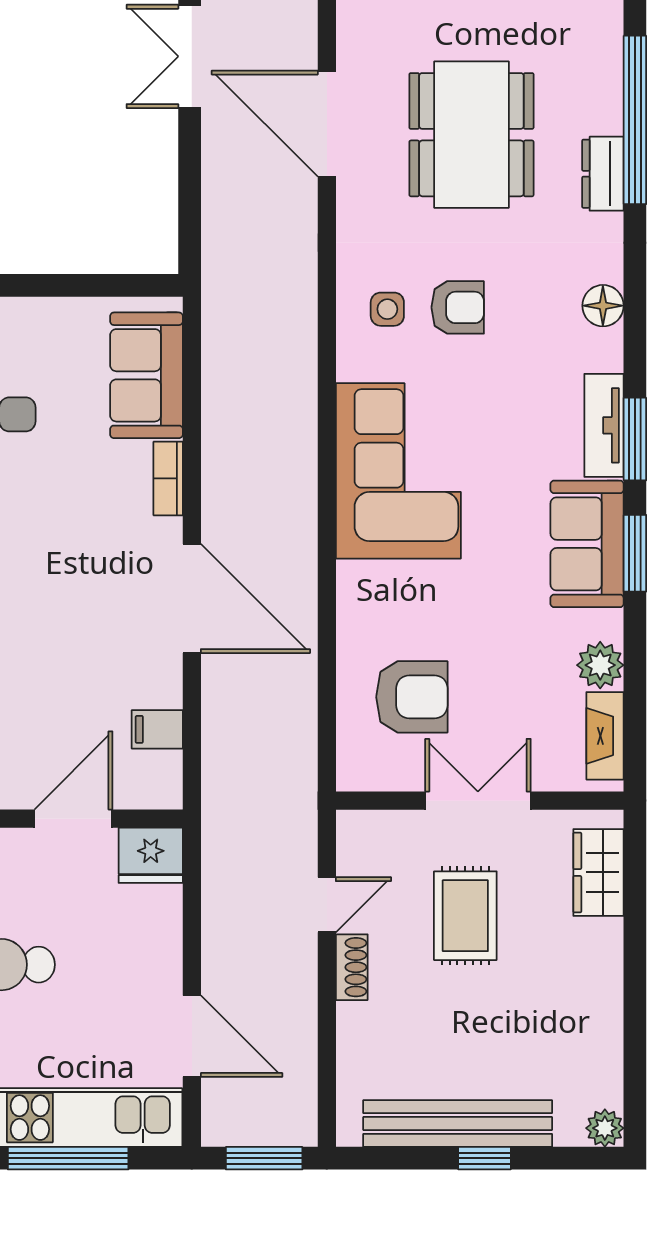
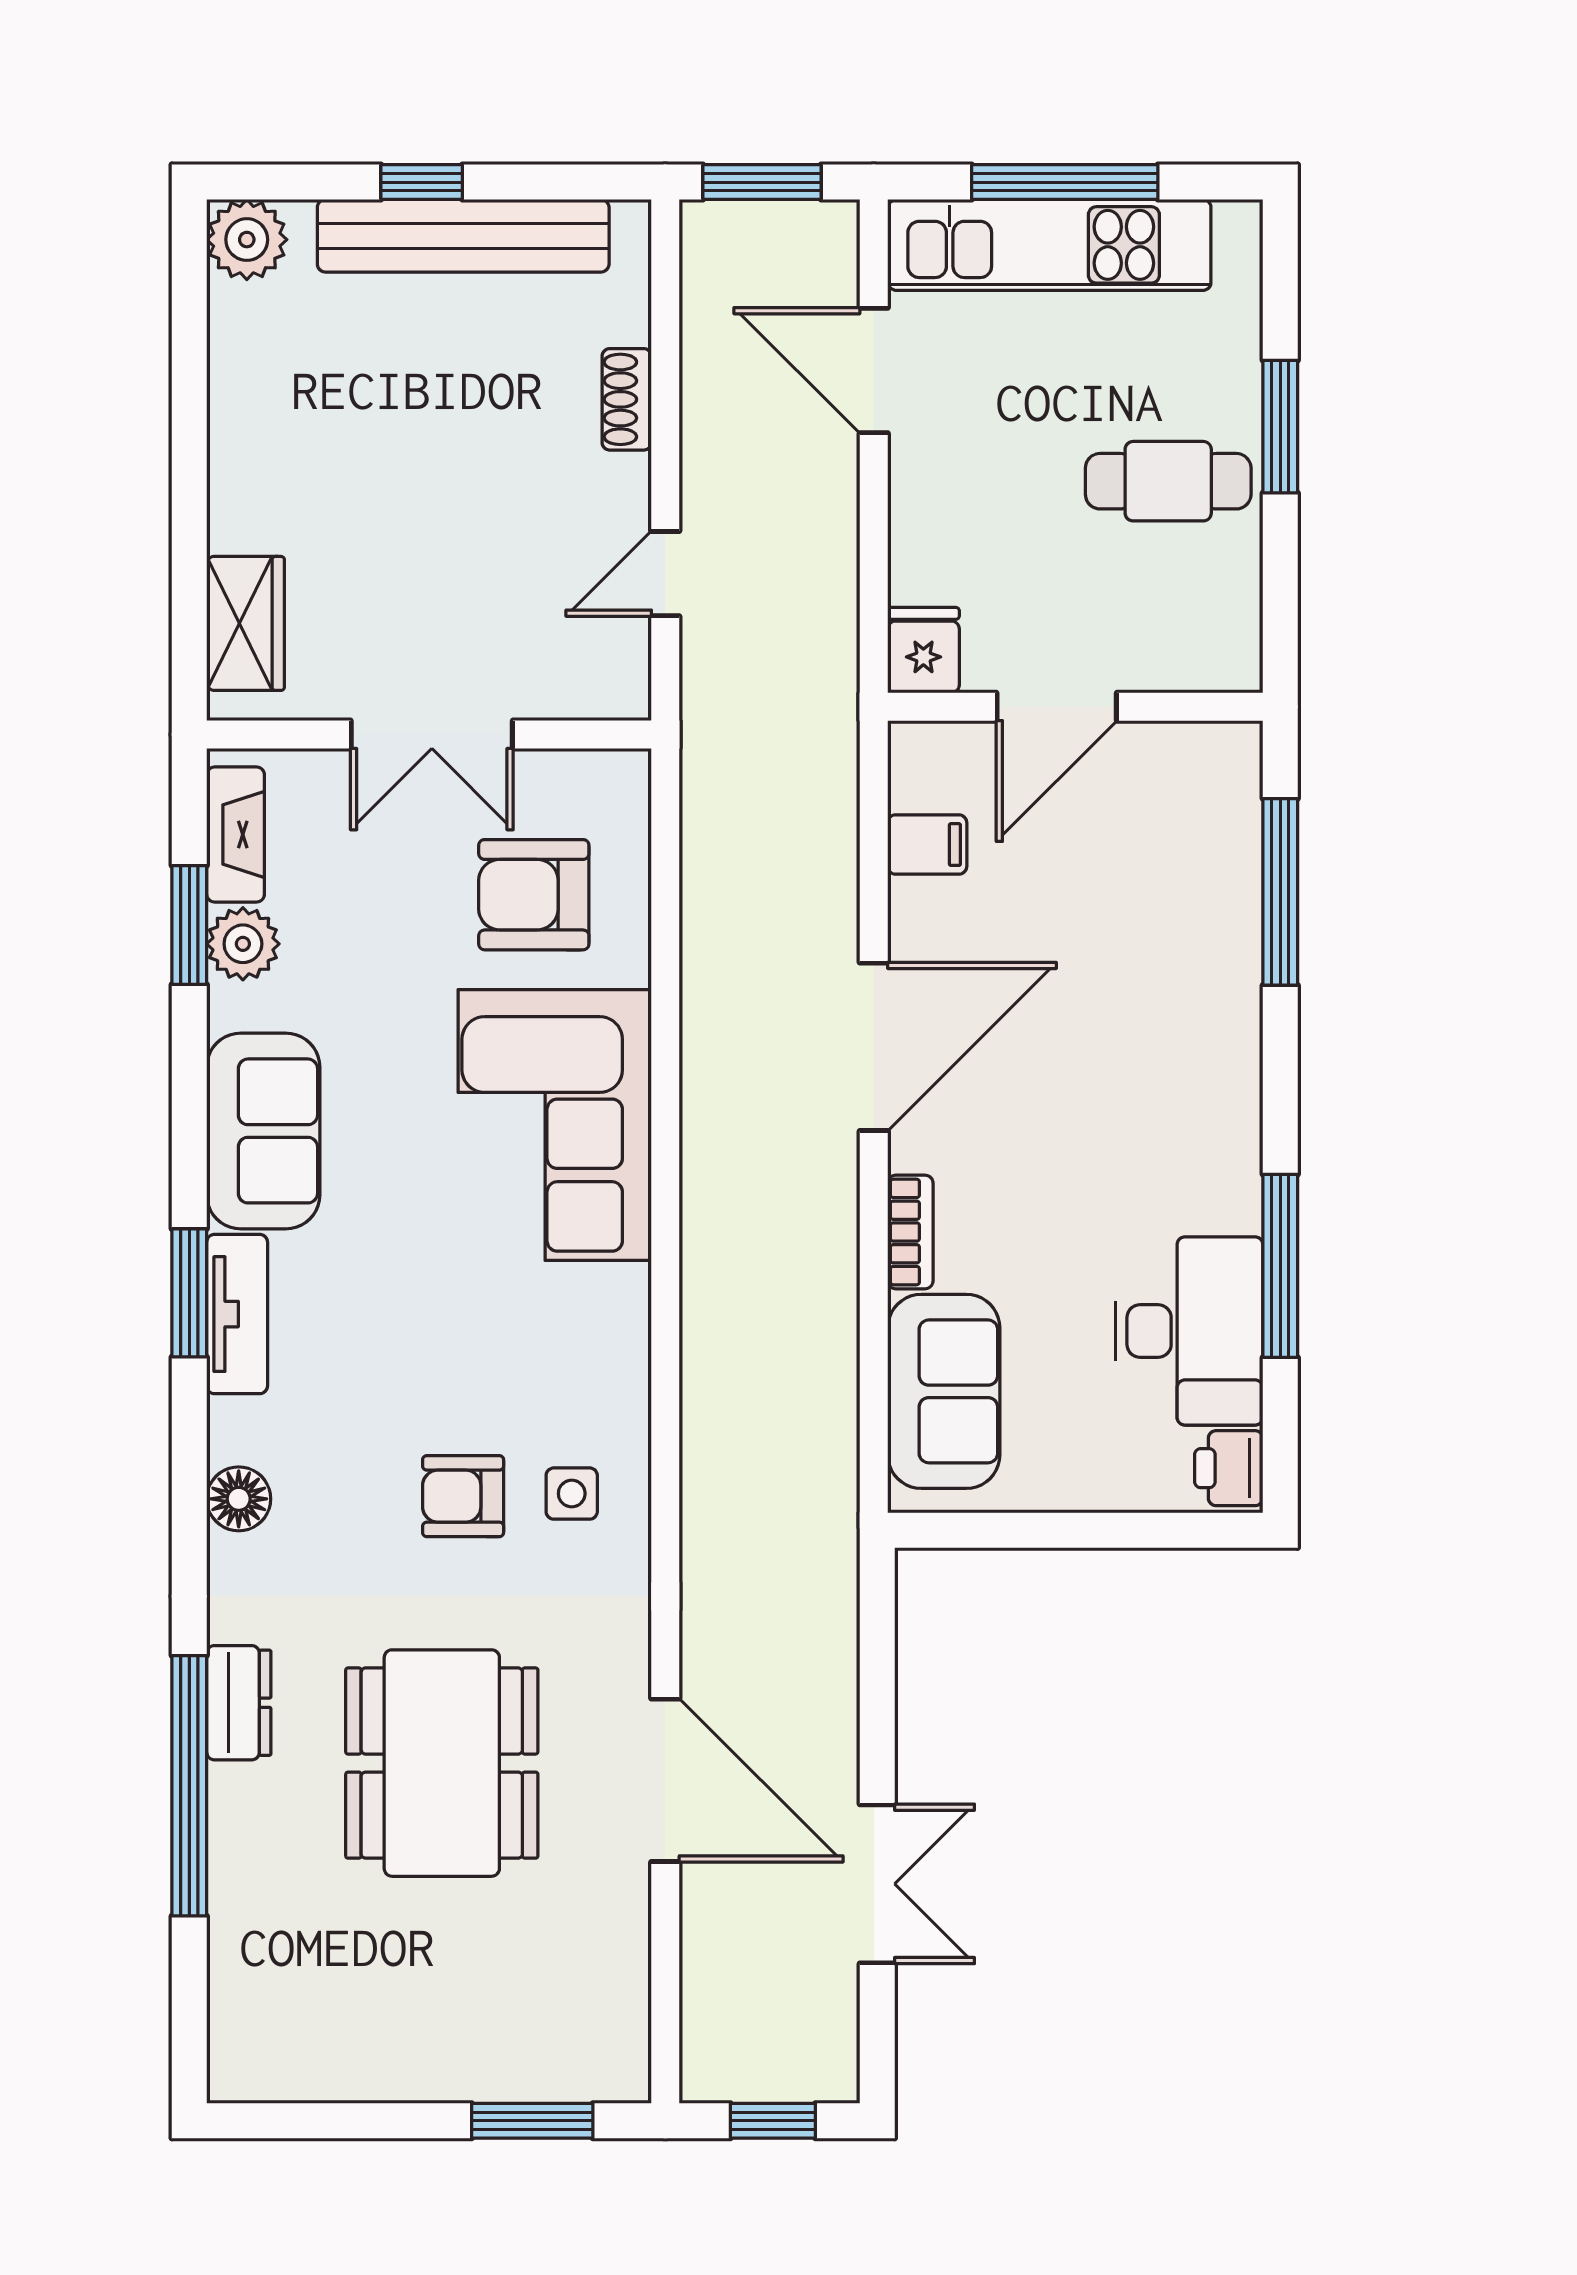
corner sofa: (398, 471) -> (555, 1125), moved
window: (635, 553) -> (189, 925), moved
door: (192, 598) -> (874, 1047), swing flipped
fridge: (151, 855) -> (923, 650), width x0.72
rug: (465, 916) -> (451, 557), removed
shoe rack: (352, 967) -> (627, 399), moved
plant: (605, 1128) -> (247, 240), width x1.38, depth x1.38

